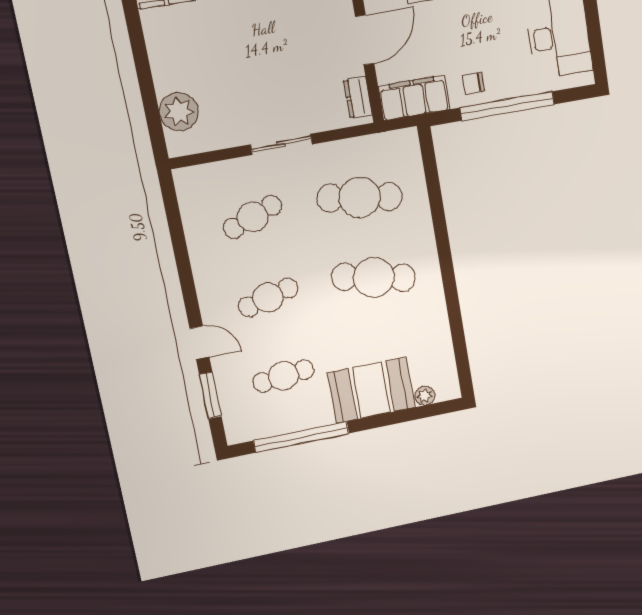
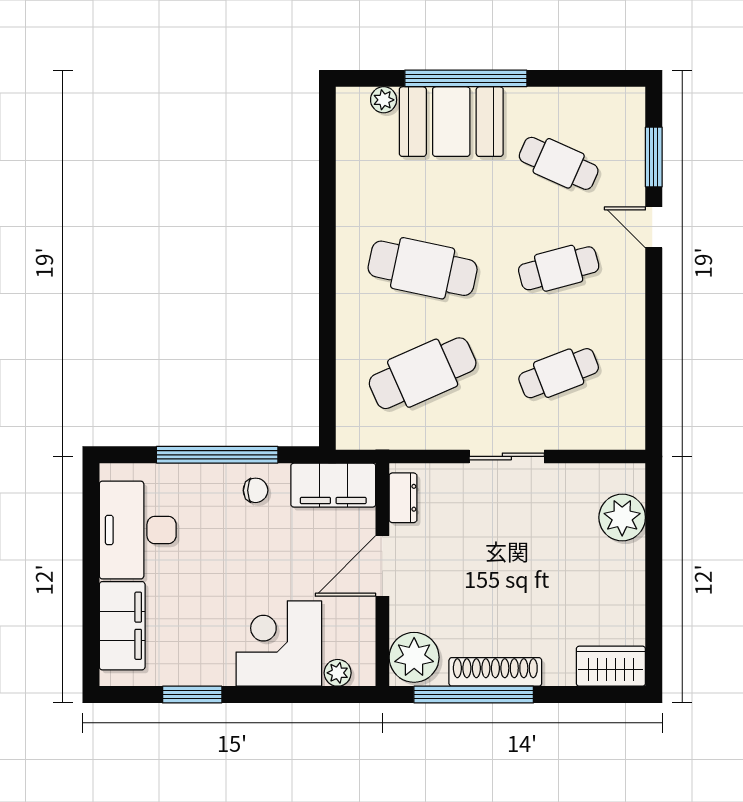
cafe table: (360, 197) -> (423, 373), turned -33
cafe table: (283, 376) -> (559, 163), turned 30
window: (301, 437) -> (466, 78), moved

